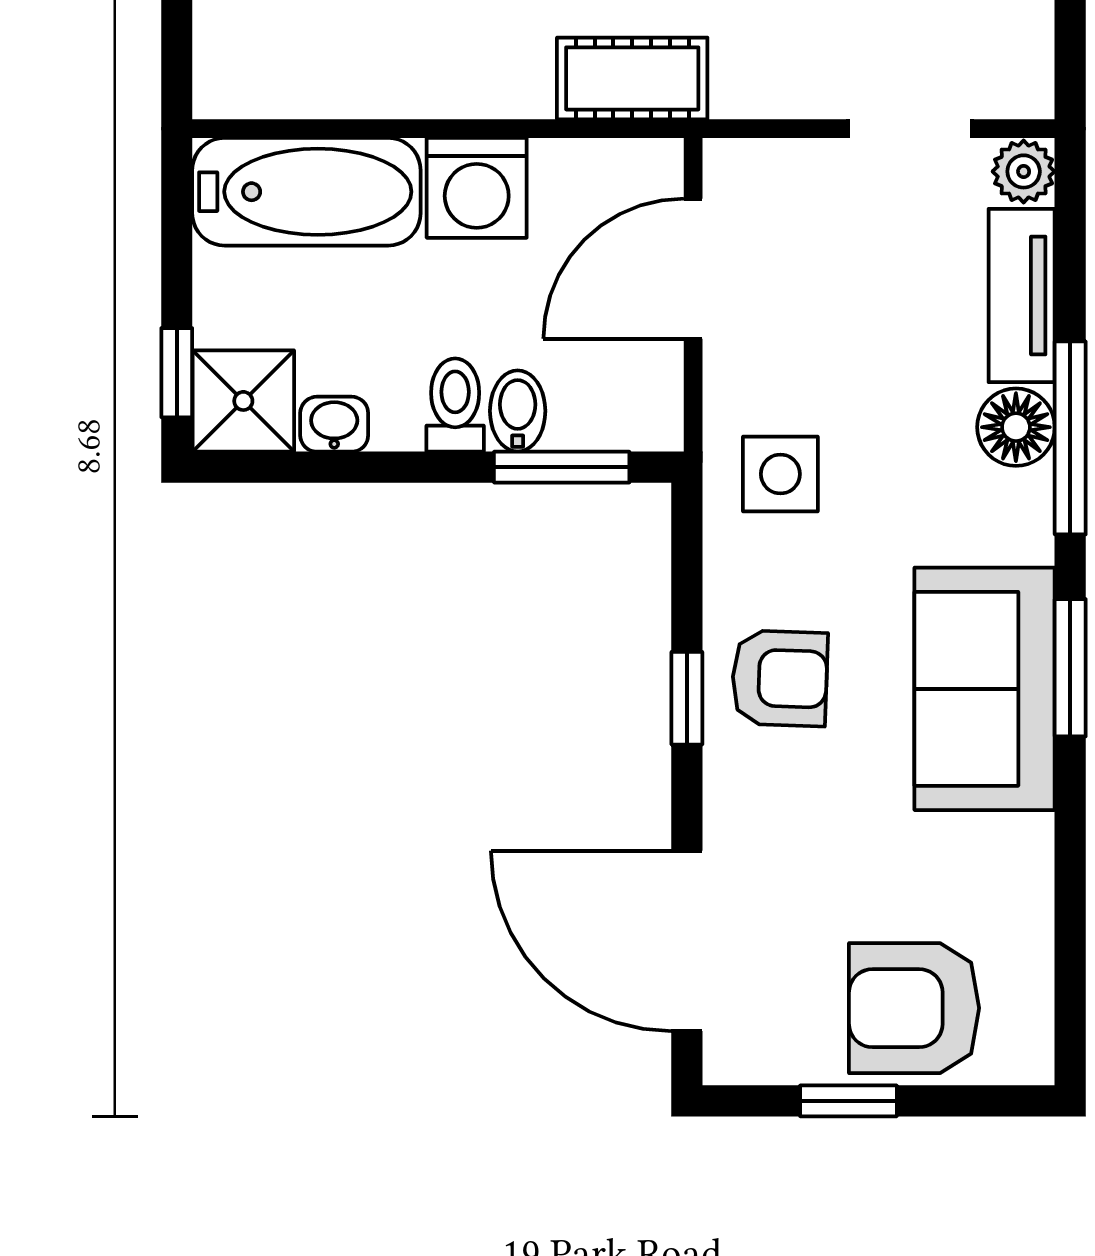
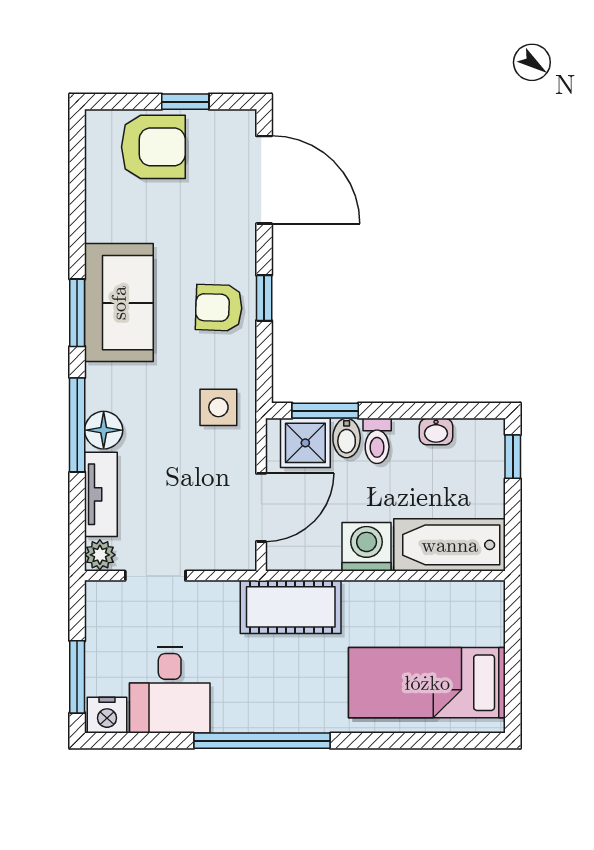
cot: (632, 78) -> (291, 607), width x1.37, depth x1.34
shower: (243, 401) -> (305, 443), moved

